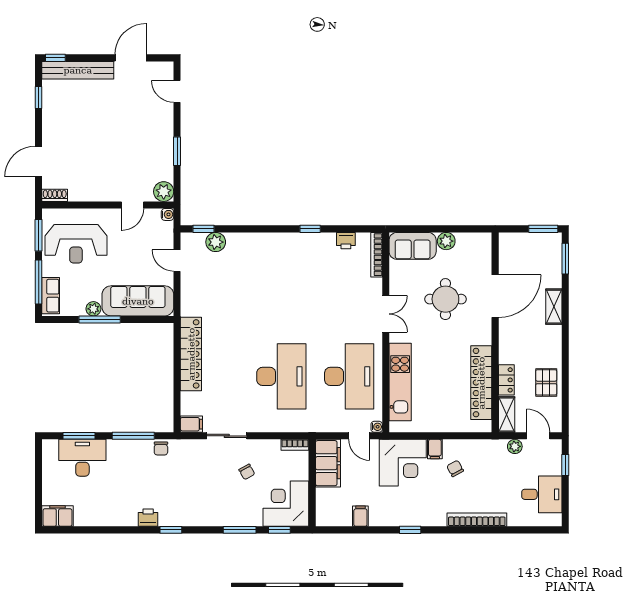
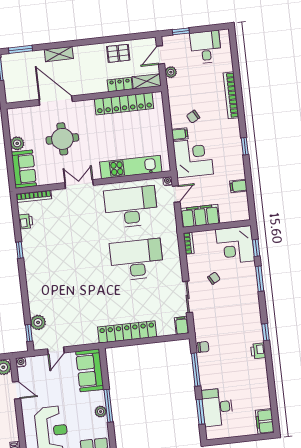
sofa: (138, 301) -> (90, 370), width x0.73

